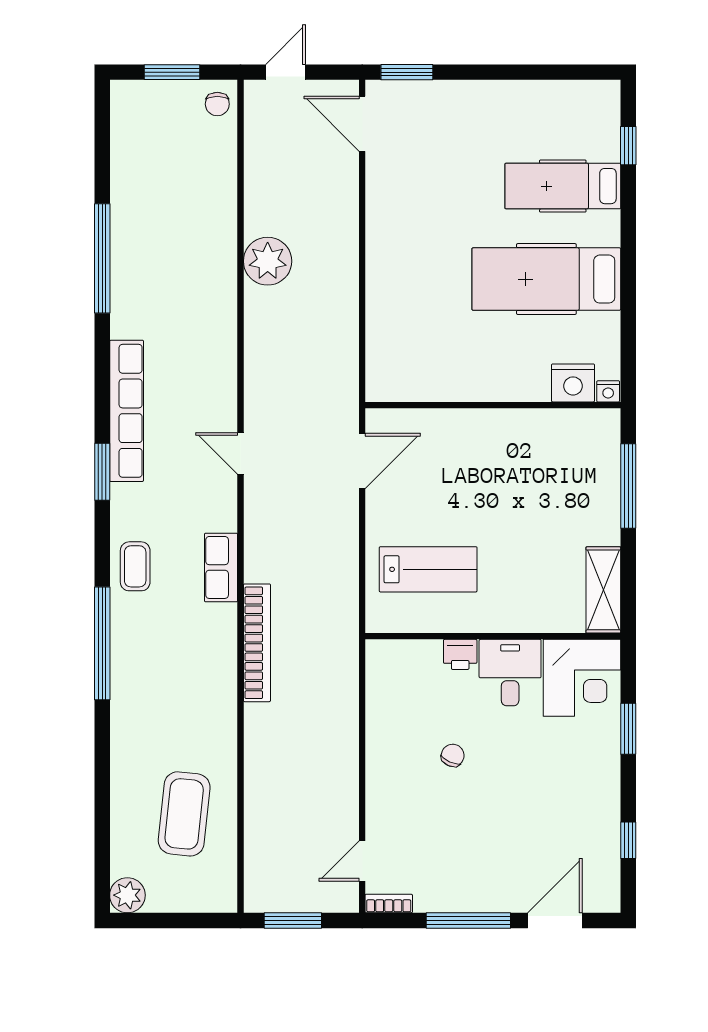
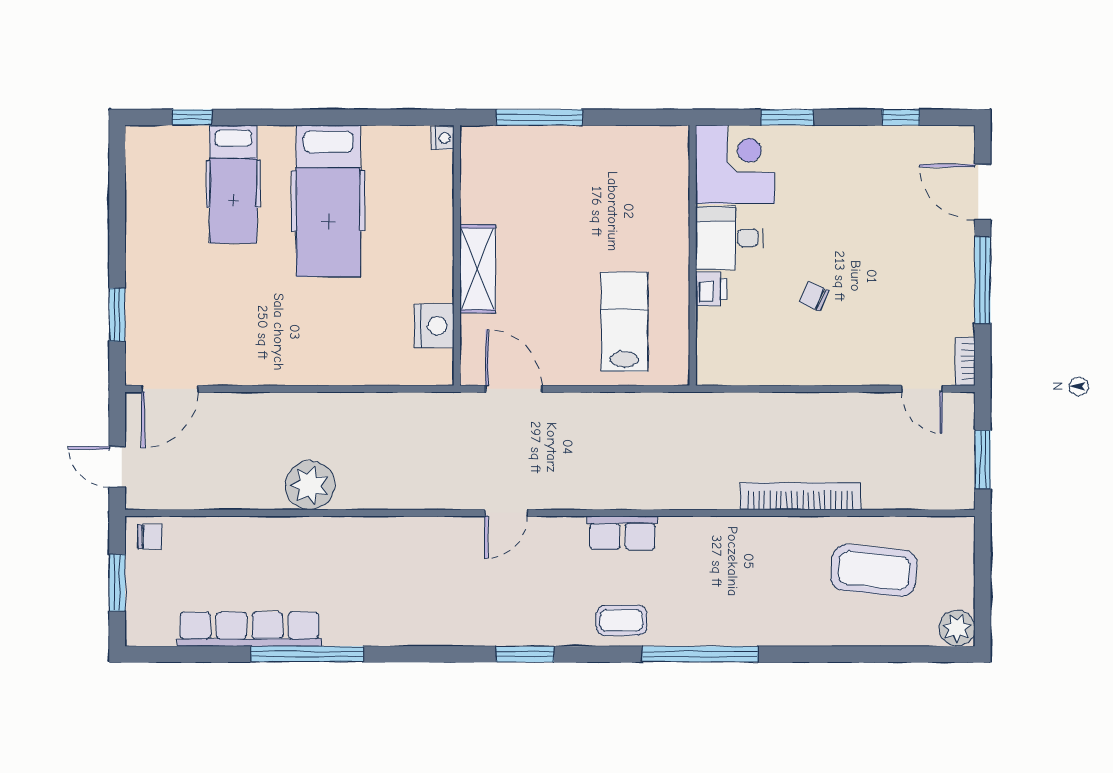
window: (407, 72) -> (117, 315), moved
nightstand: (573, 383) -> (434, 326), moved
row of seats: (127, 411) -> (249, 629), moved
shelving: (603, 590) -> (478, 269), moved, turned 90
bookcase: (257, 643) -> (801, 496), moved

